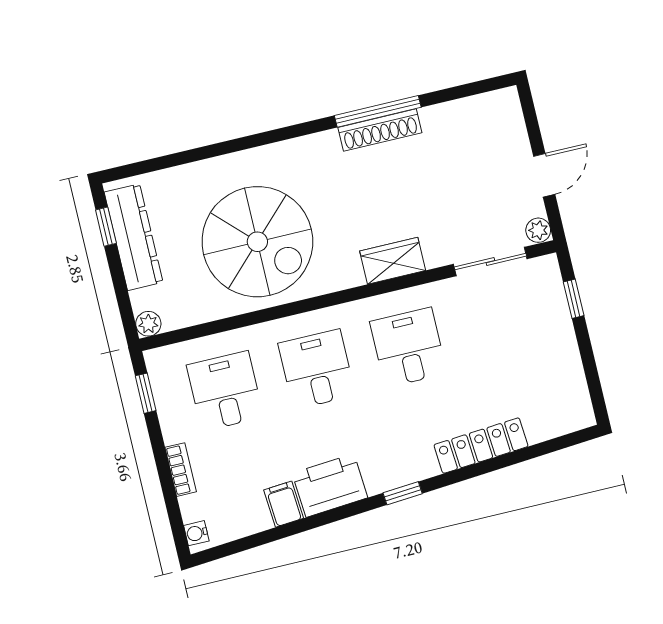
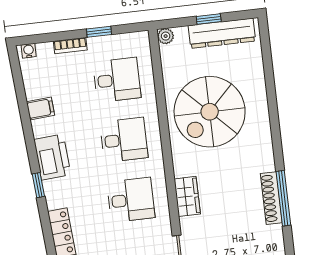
window: (106, 227) -> (209, 19), moved
window: (146, 393) -> (99, 32), moved
printer: (330, 485) -> (52, 157), moved

